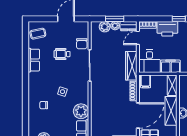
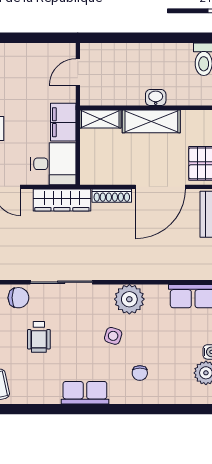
row of seats: (34, 60) -> (85, 393), moved
filing cabinet: (146, 81) -> (93, 172), removed
plant: (81, 111) -> (129, 299), moved
door: (138, 116) -> (160, 187), swing flipped

